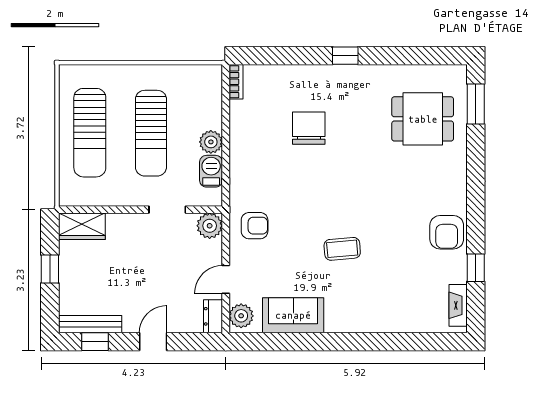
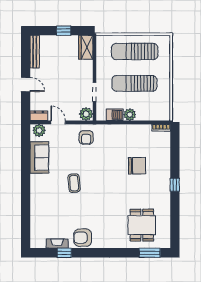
fireplace: (458, 305) -> (57, 244), moved
window: (95, 342) -> (26, 54), removed

